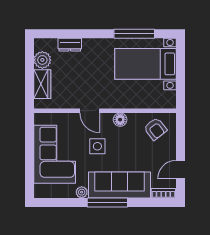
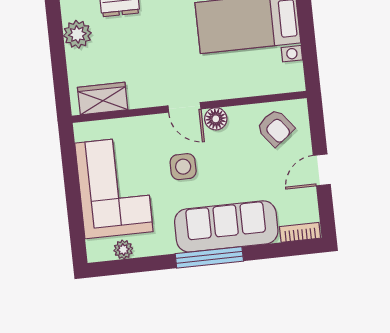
wardrobe: (42, 84) -> (103, 99), moved, turned -90
door: (90, 111) -> (184, 107), moved
door: (181, 170) -> (322, 170), moved
plant: (82, 192) -> (123, 250), moved

